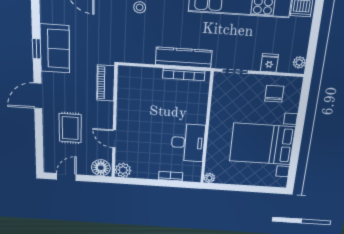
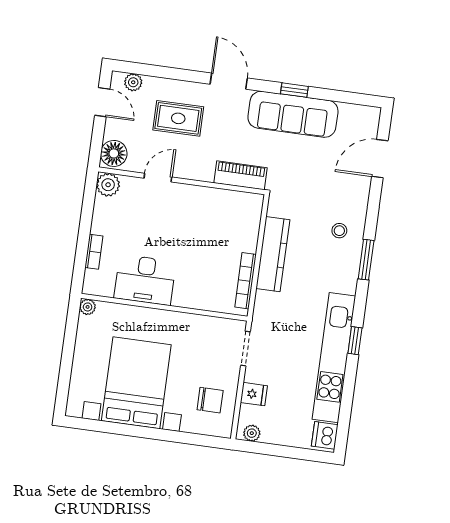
sofa: (55, 49) -> (293, 114), width x1.36
kitchen counter: (184, 58) -> (273, 254), moved
plant: (49, 158) -> (133, 82), added

